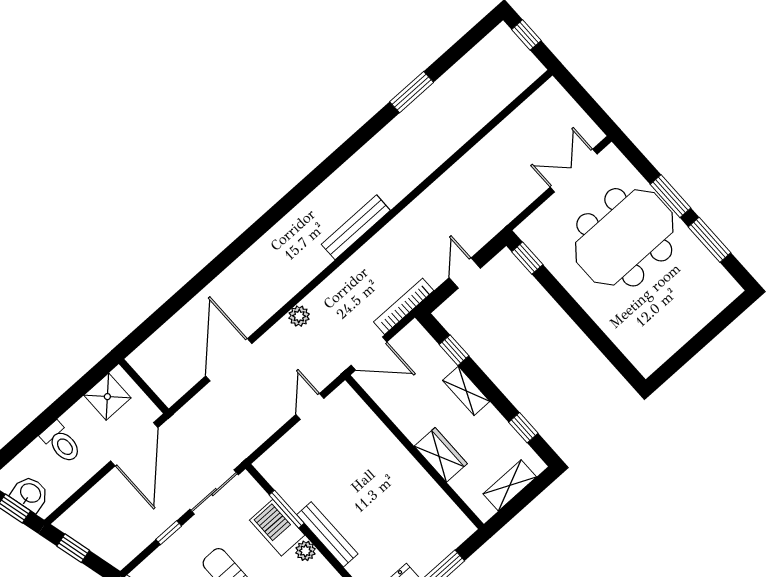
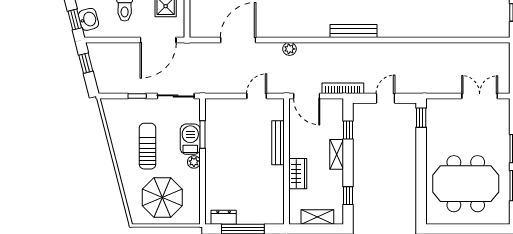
meeting table: (624, 237) -> (466, 184), moved
bench: (327, 534) -> (278, 143), moved

